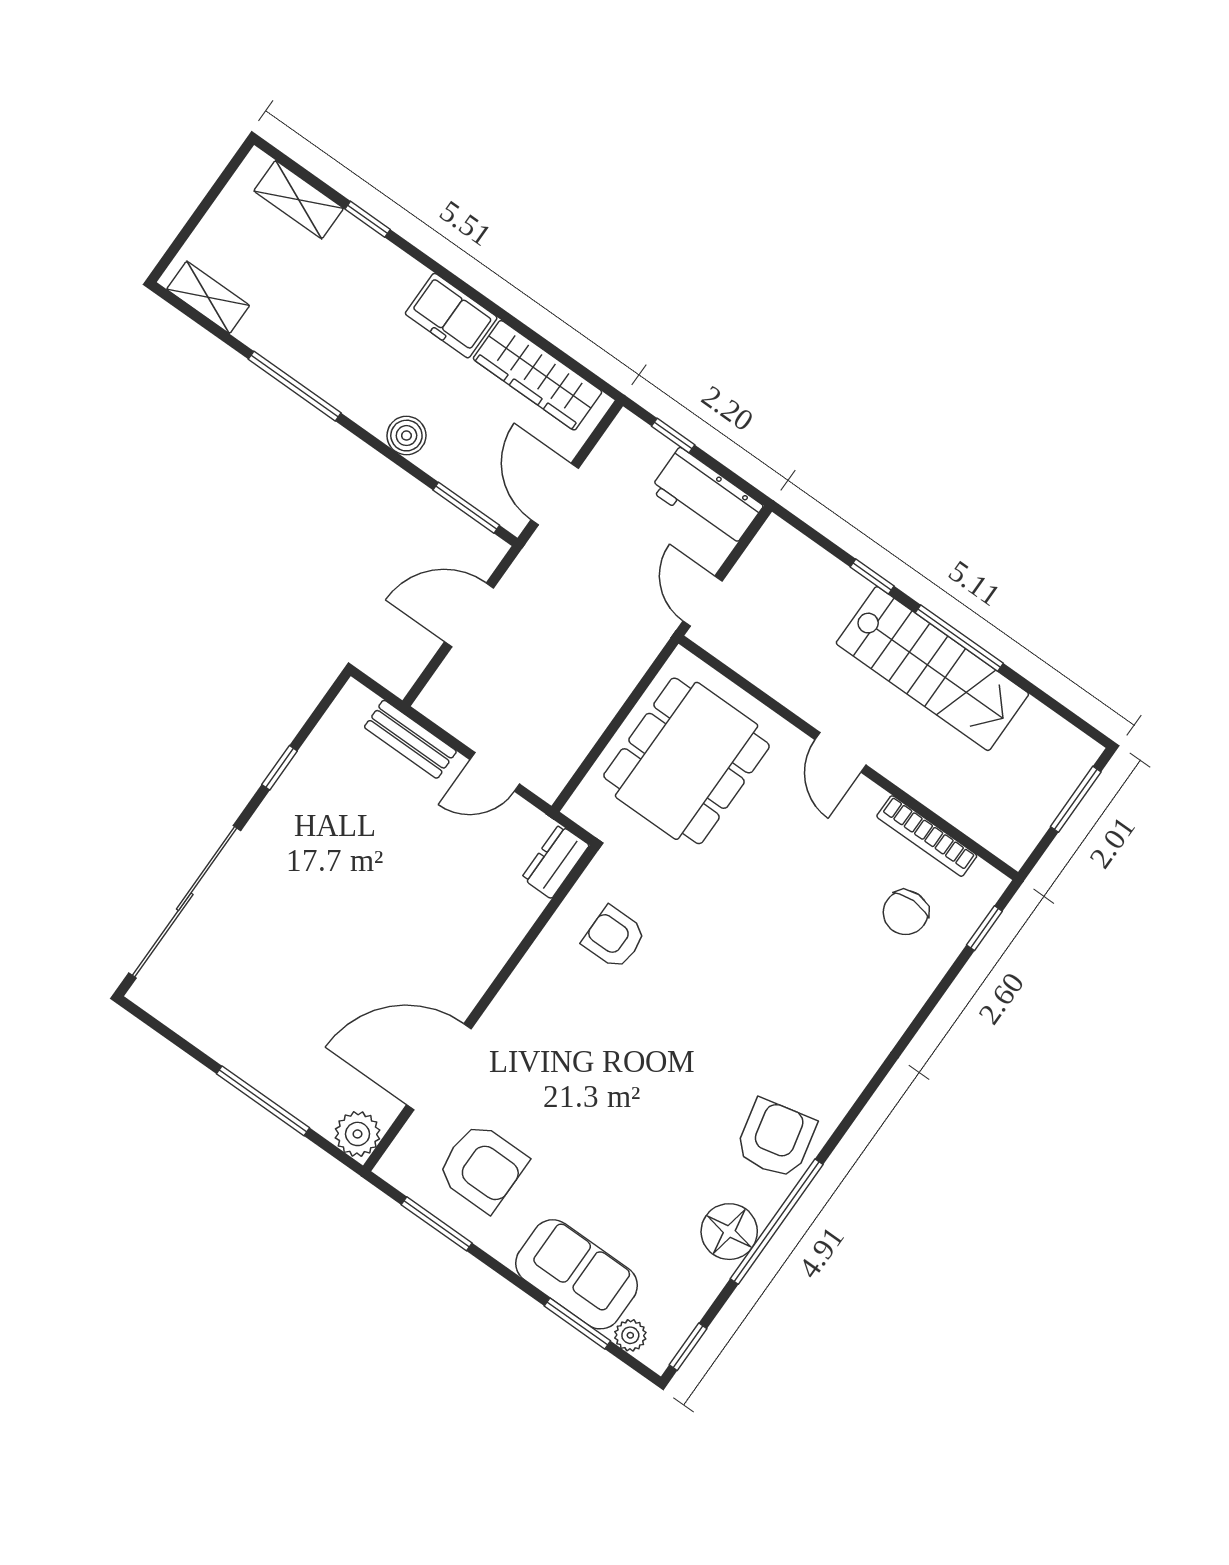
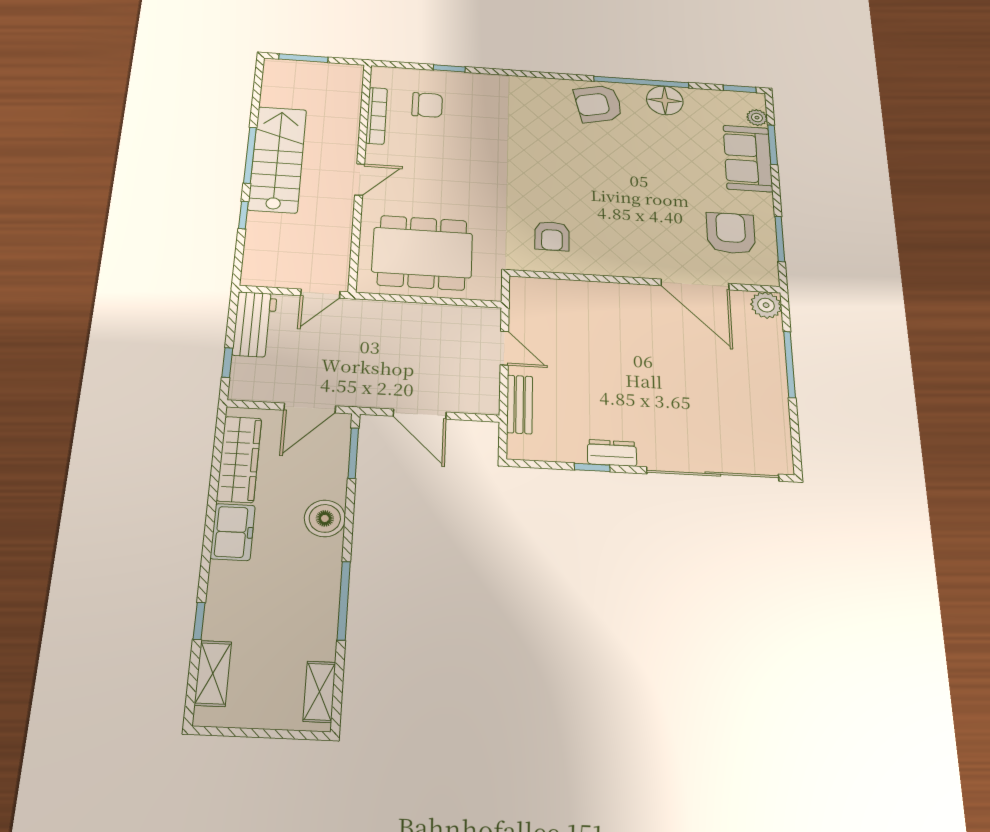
boiler: (406, 436) -> (325, 518), width x1.36, depth x1.36
dresser: (555, 861) -> (612, 453), moved, turned 180
window: (984, 928) -> (449, 68), moved

